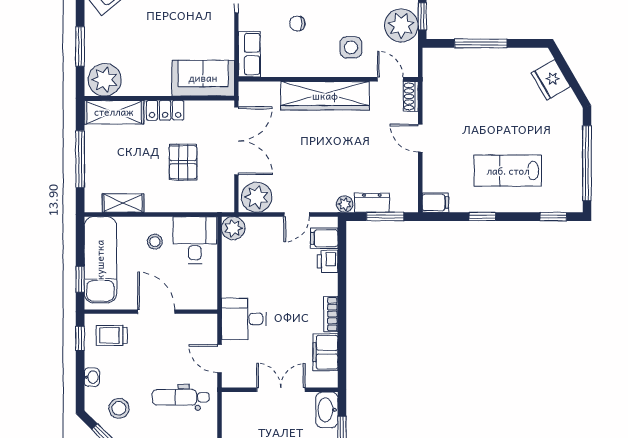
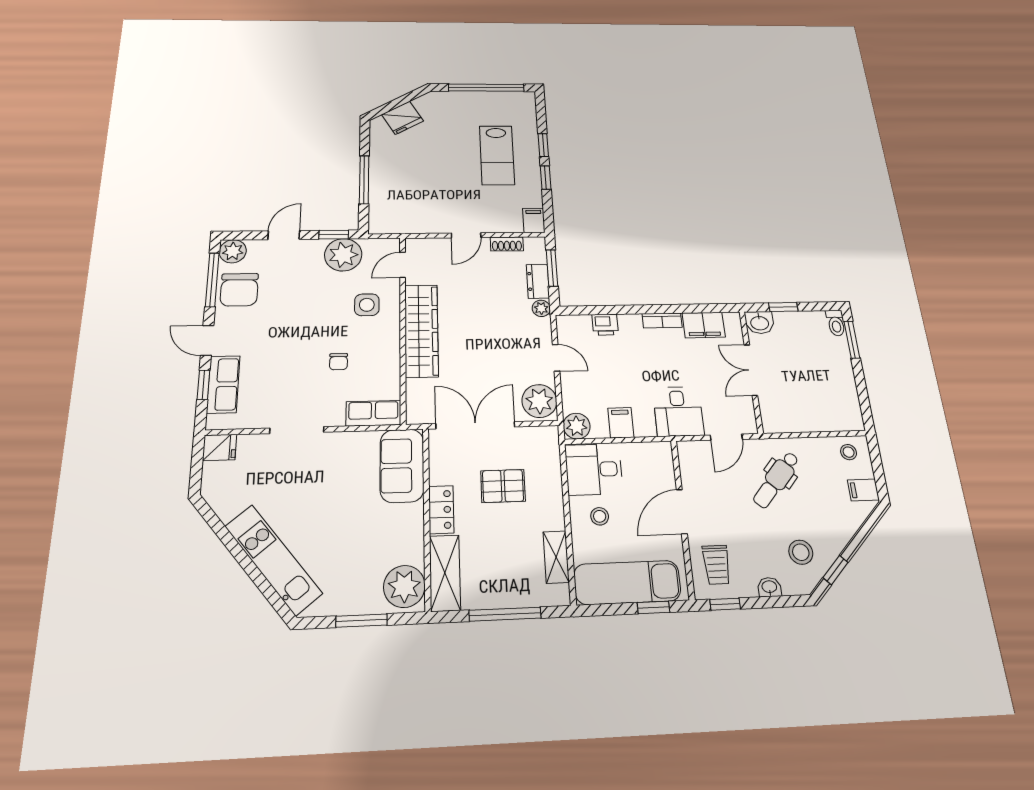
shoe rack: (411, 96) -> (507, 244), moved
window: (553, 217) -> (543, 145), moved
filing cabinet: (324, 238) -> (621, 423), moved, turned 180
dental chair: (181, 397) -> (776, 480), turned 42
washbasin: (327, 410) -> (760, 323), width x0.72

